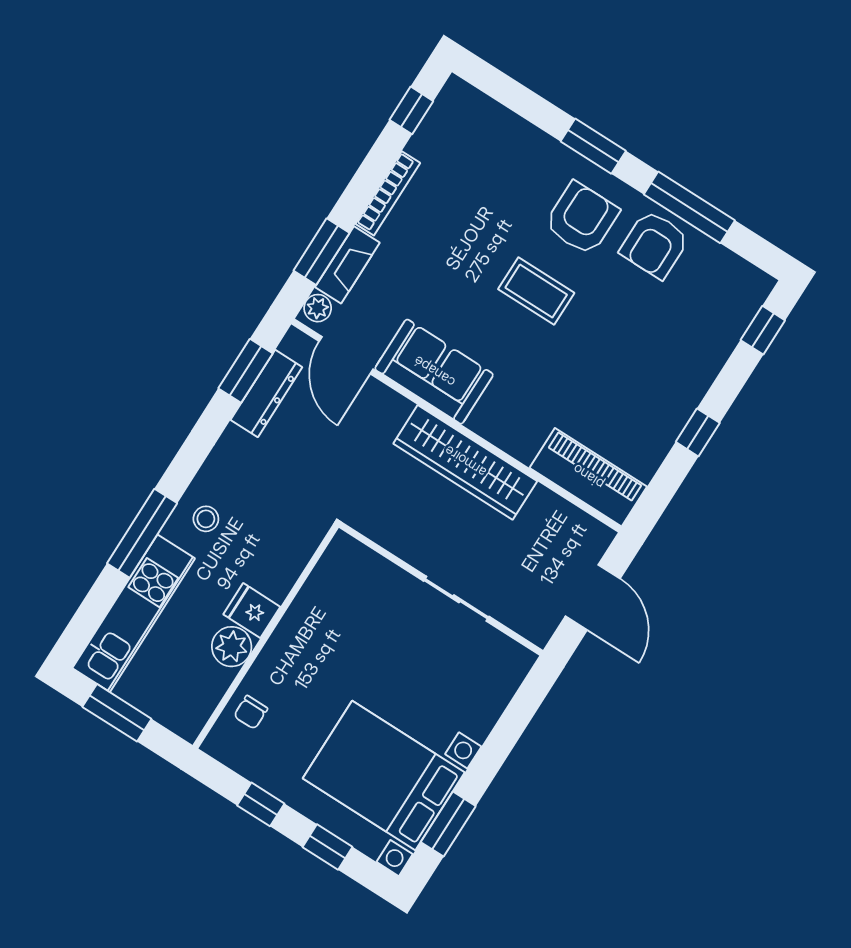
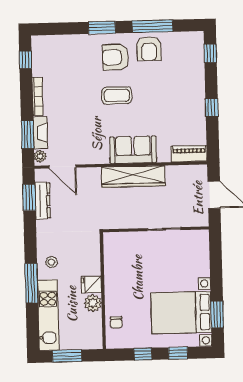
armchair: (582, 218) -> (115, 57), turned -90
sofa: (434, 372) -> (133, 150), moved
piano: (588, 477) -> (189, 154), width x0.73, depth x0.75

